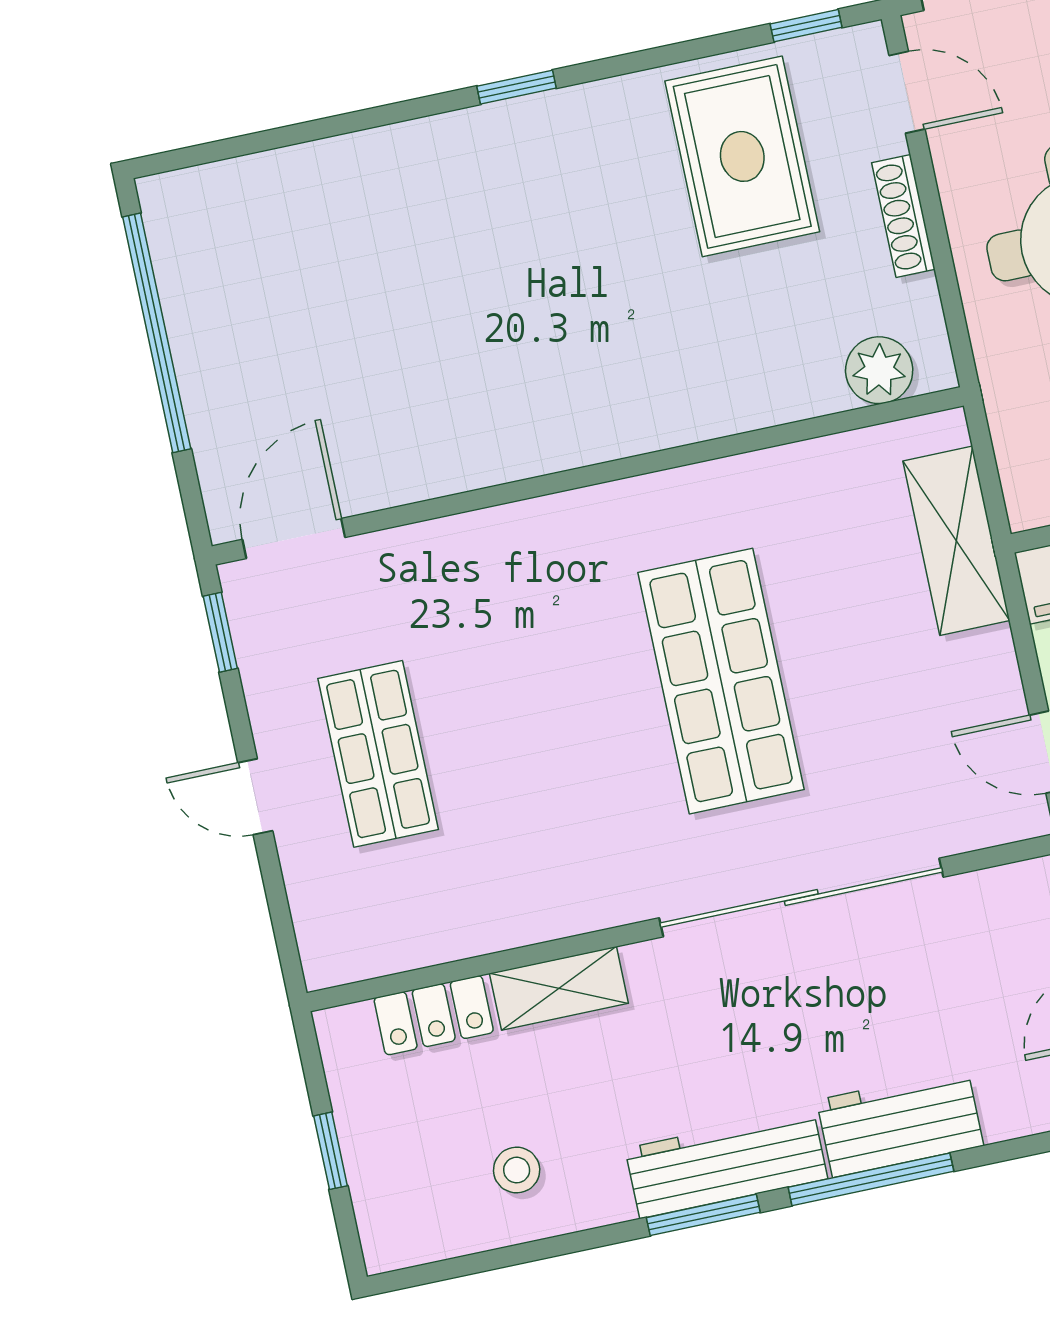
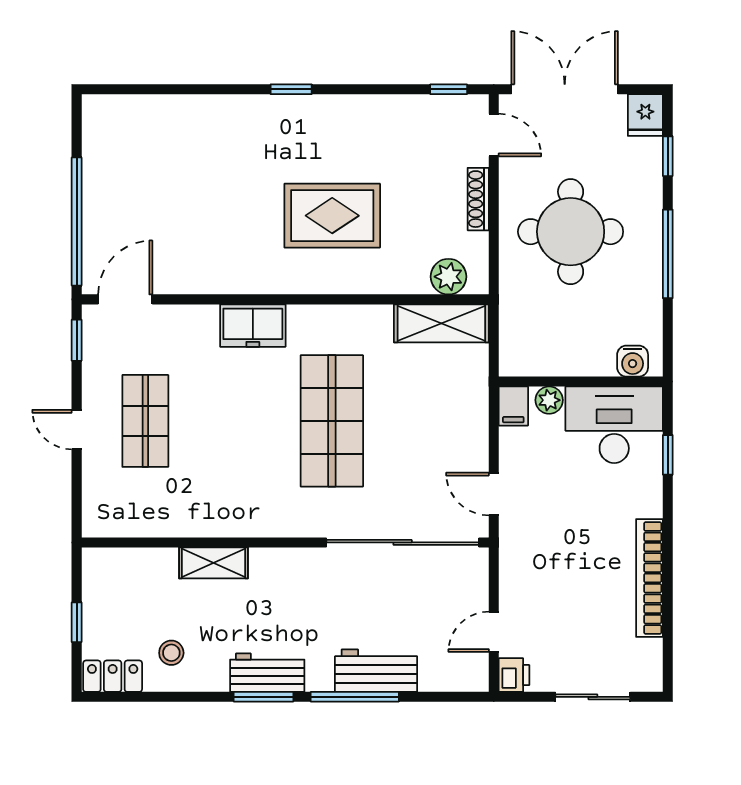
rug: (742, 156) -> (332, 216), moved, turned 90
window: (157, 333) -> (77, 221), moved
freezer: (539, 537) -> (253, 326), added
shelving: (956, 541) -> (441, 323), moved, turned 90
sliding door: (801, 897) -> (403, 542), moved
locker: (434, 1015) -> (113, 676), moved, turned 180
workbench: (726, 1164) -> (267, 673), width x0.73

